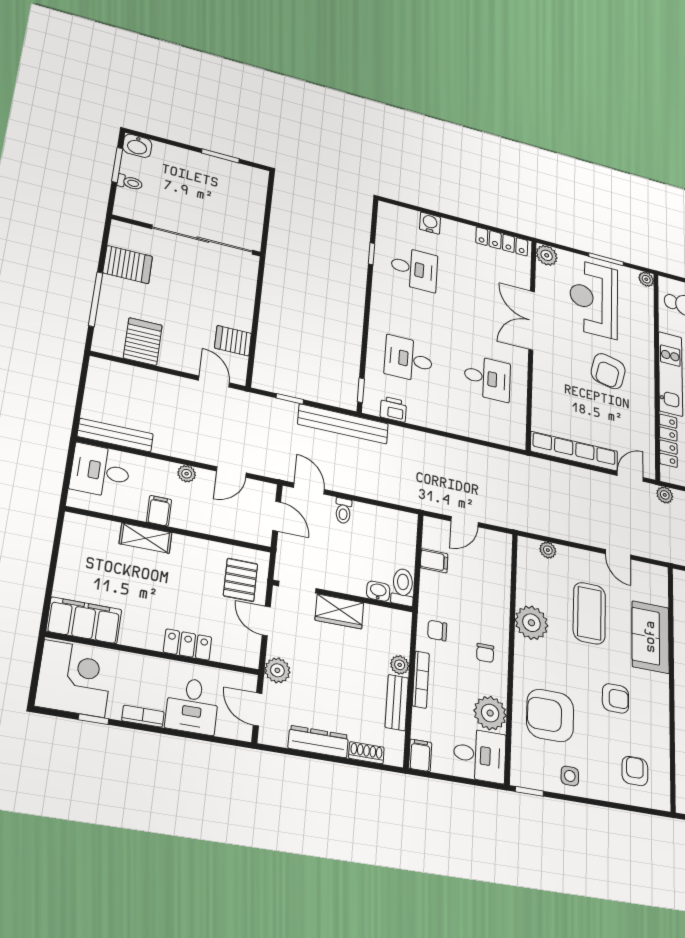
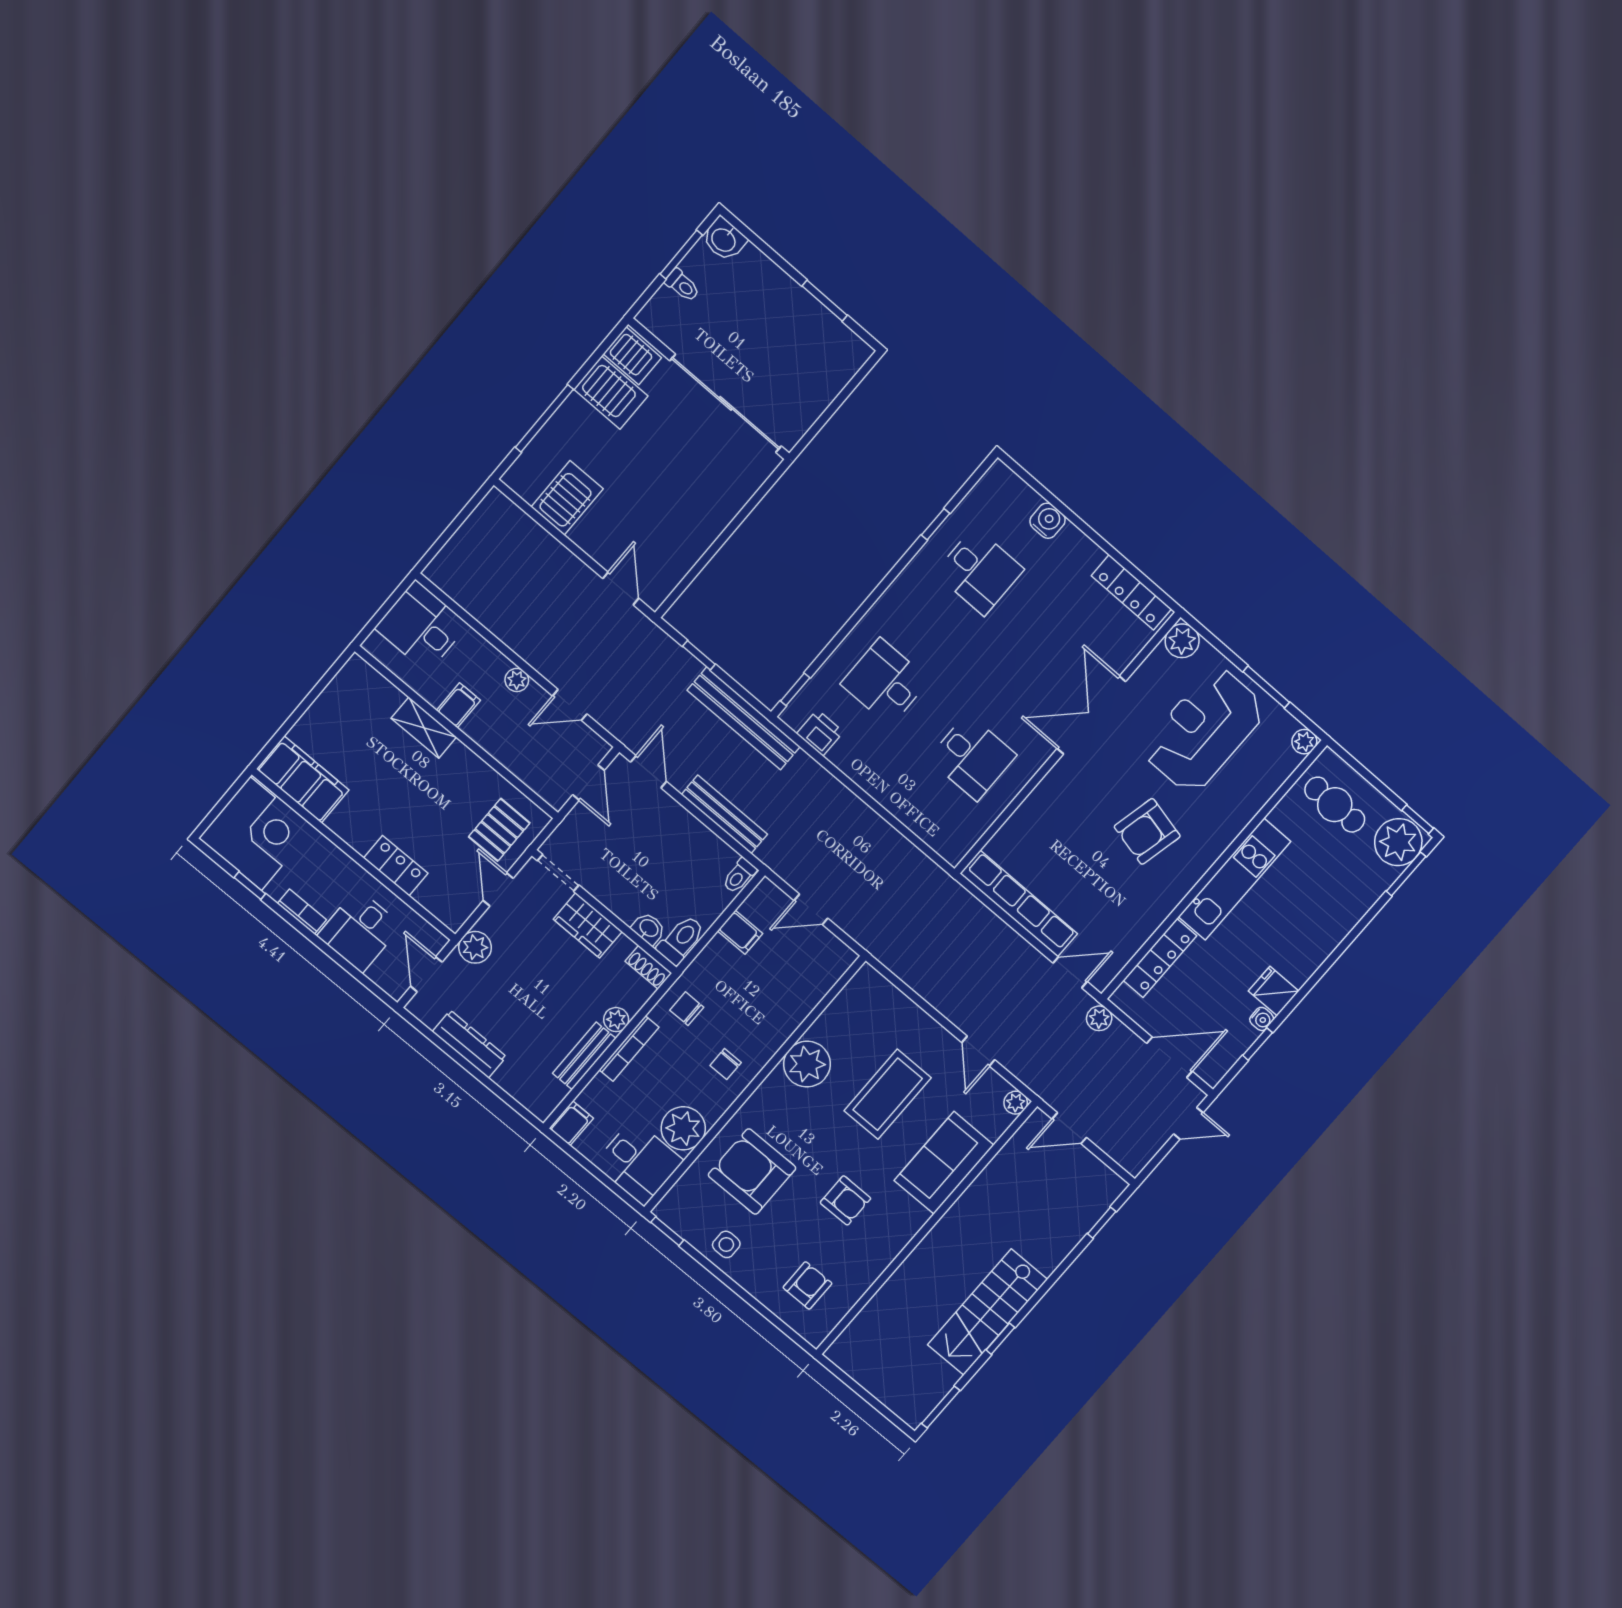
server rack: (233, 341) -> (632, 356), moved, turned 180
bench: (115, 435) -> (724, 814), moved
toilet: (343, 511) -> (739, 876), moved
plant: (548, 550) -> (1016, 1103), moved
shoe rack: (366, 753) -> (648, 967), moved, turned 180

